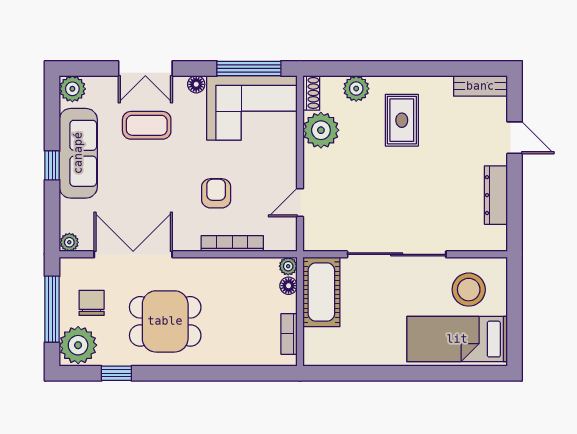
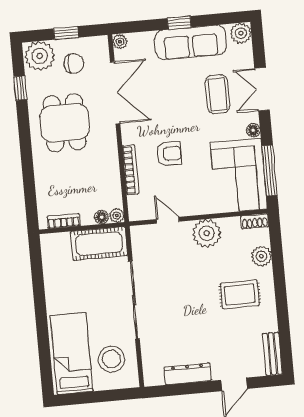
plant: (321, 130) -> (207, 233), moved
window: (52, 309) -> (66, 33), width x0.46

